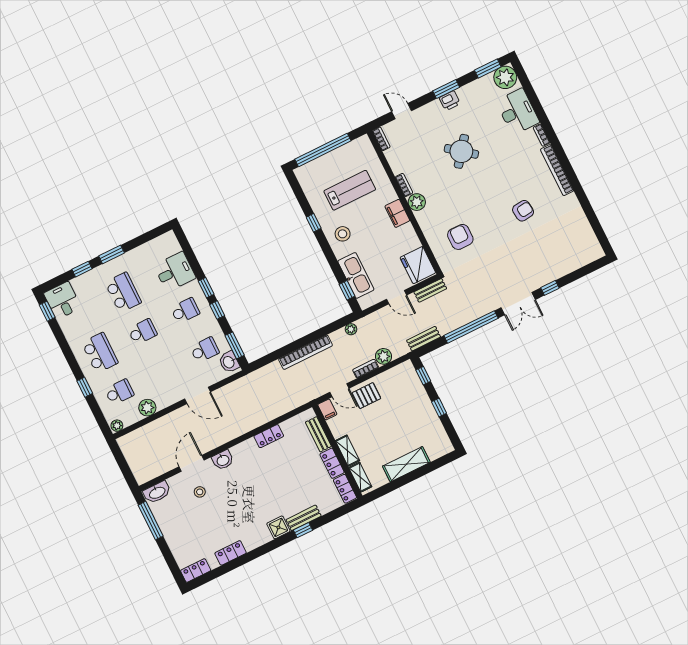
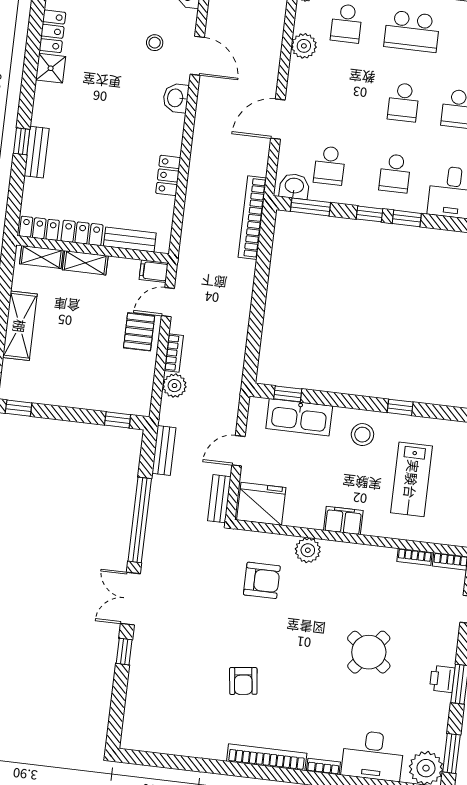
bookcase: (404, 185) -> (414, 557), moved
plant: (417, 202) -> (308, 550), moved
plant: (351, 329) -> (235, 367), removed
bookcase: (306, 352) -> (252, 218), moved
window: (439, 408) -> (19, 408), moved
shower: (278, 527) -> (51, 68), moved

